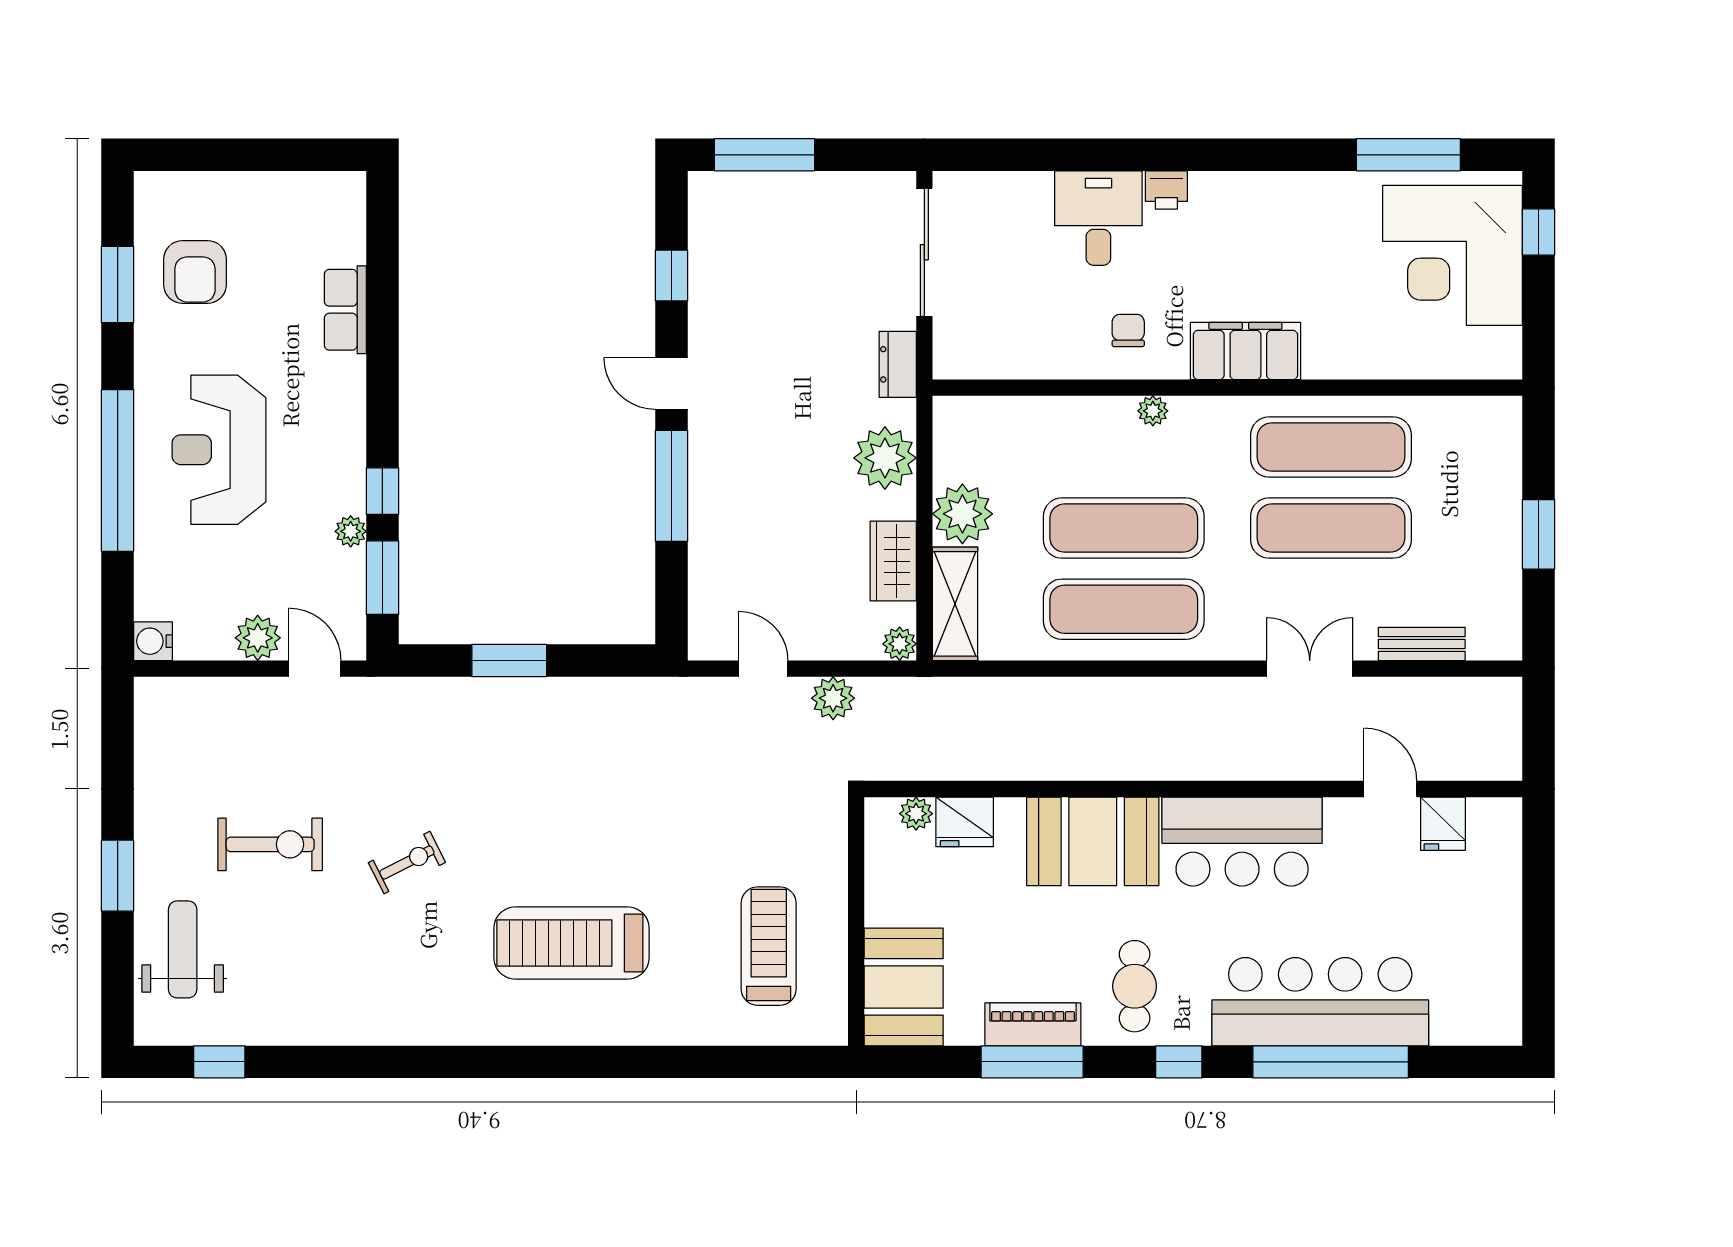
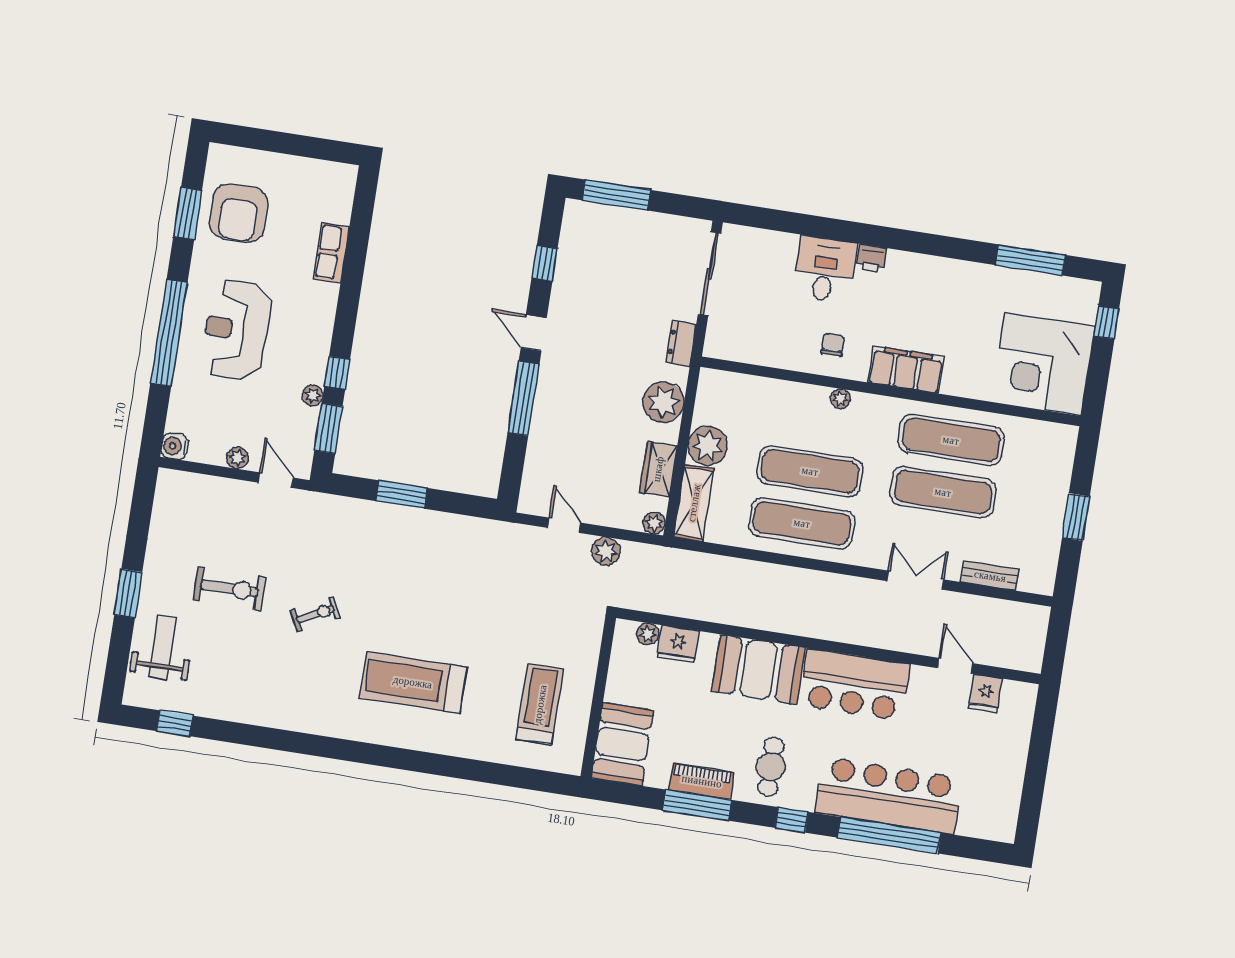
corner desk: (1452, 255) -> (1043, 364), moved
armchair: (195, 272) -> (239, 213), width x1.36, depth x1.36
plant: (258, 638) -> (238, 458), width x0.73, depth x0.73

